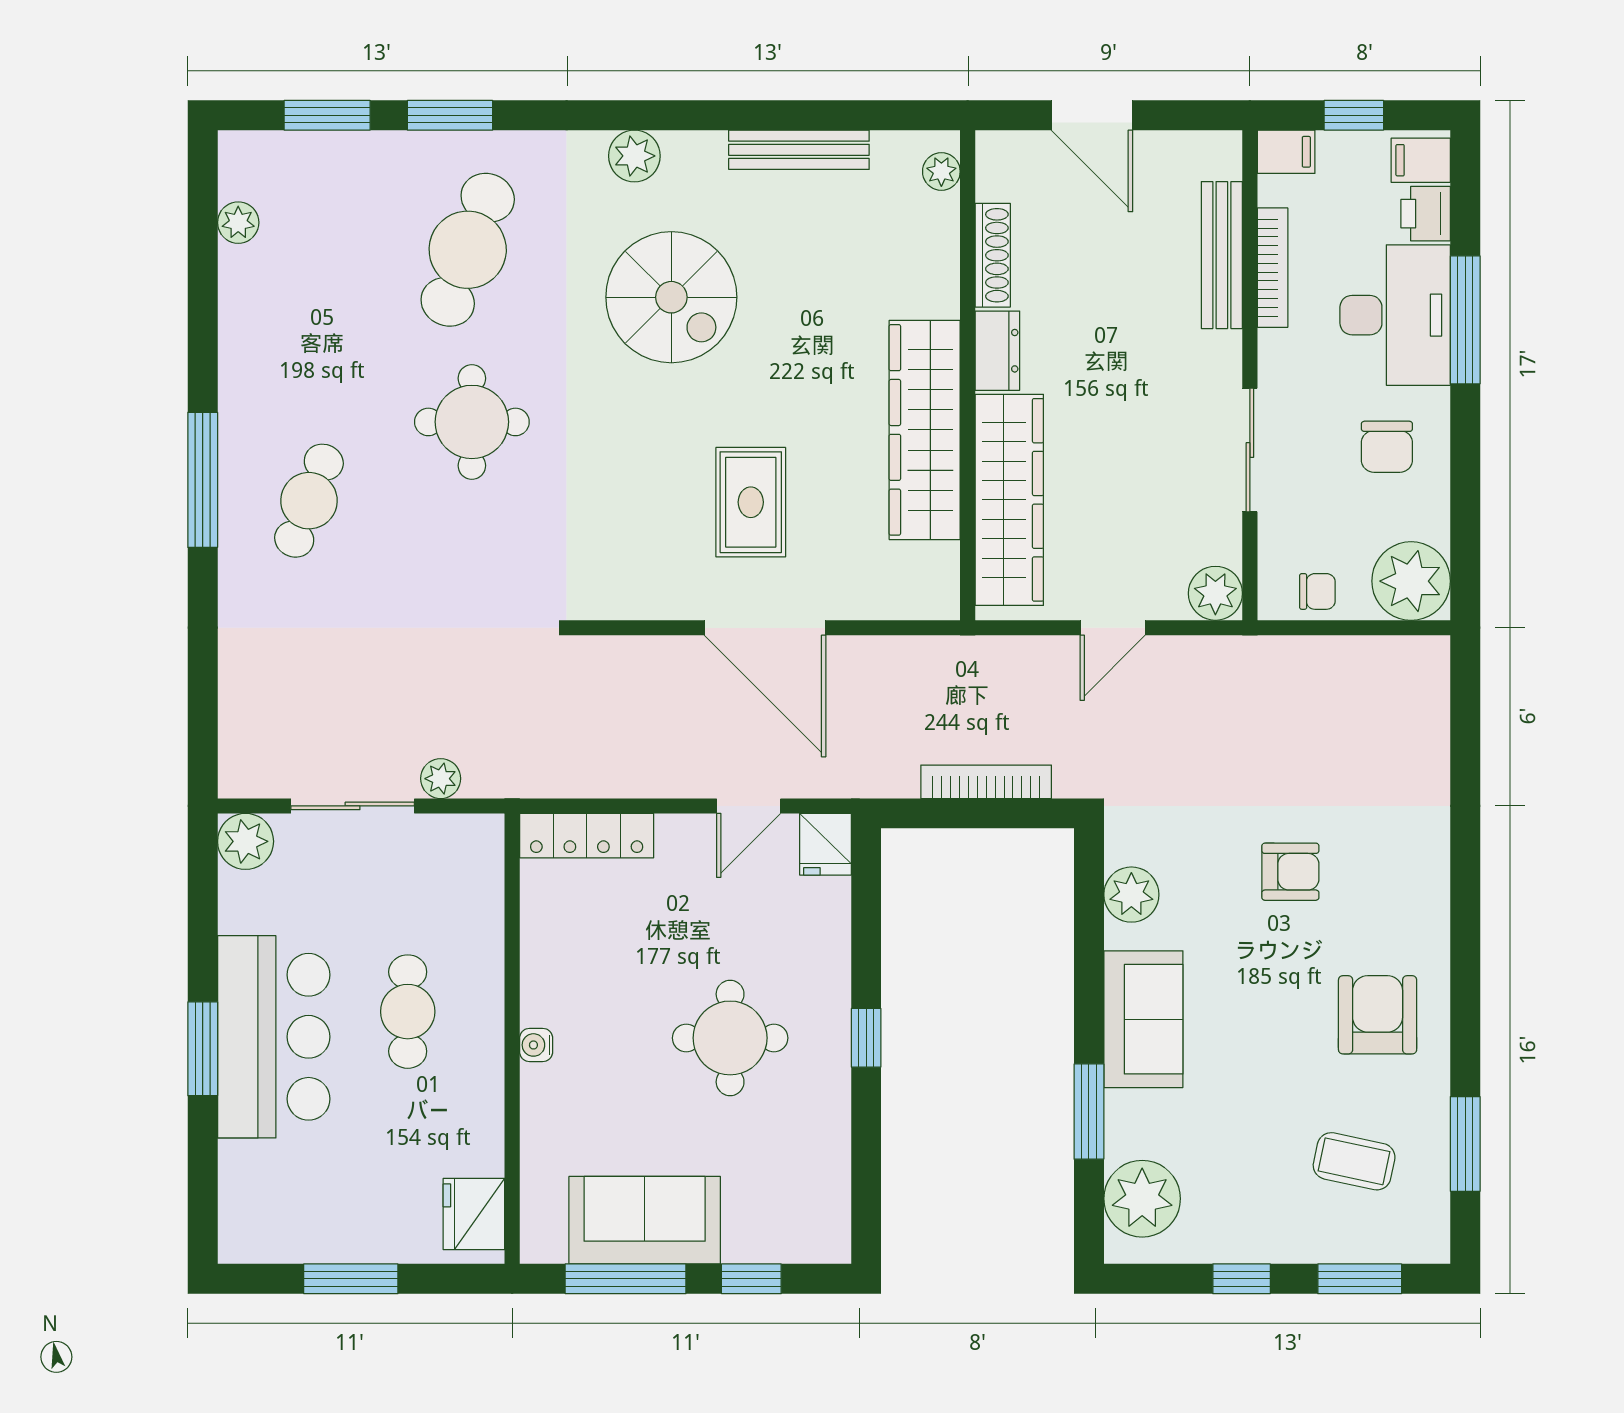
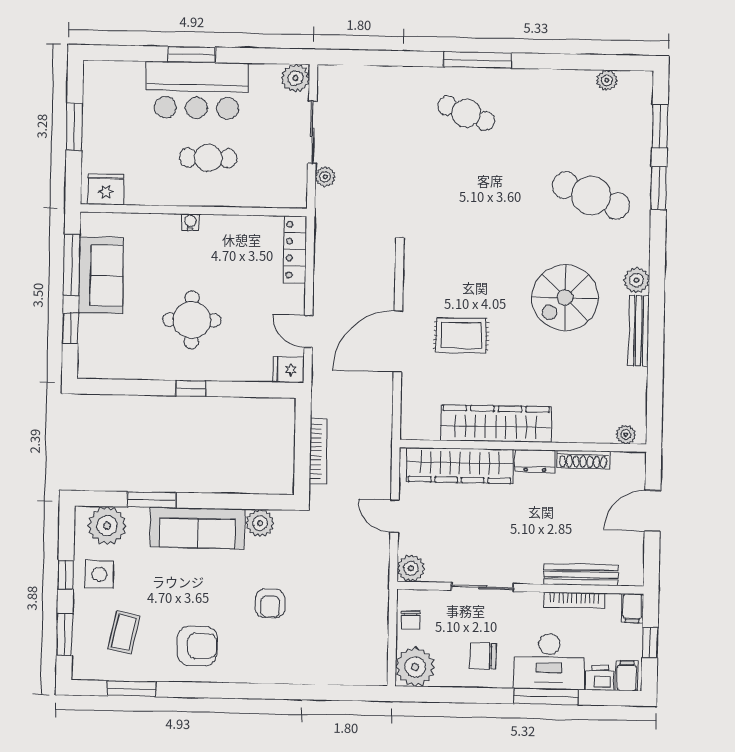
bench: (799, 150) -> (639, 331), moved
round table: (472, 422) -> (504, 196), removed
sofa: (1143, 1019) -> (197, 528), width x1.36
side table: (1239, 1212) -> (99, 574), added

